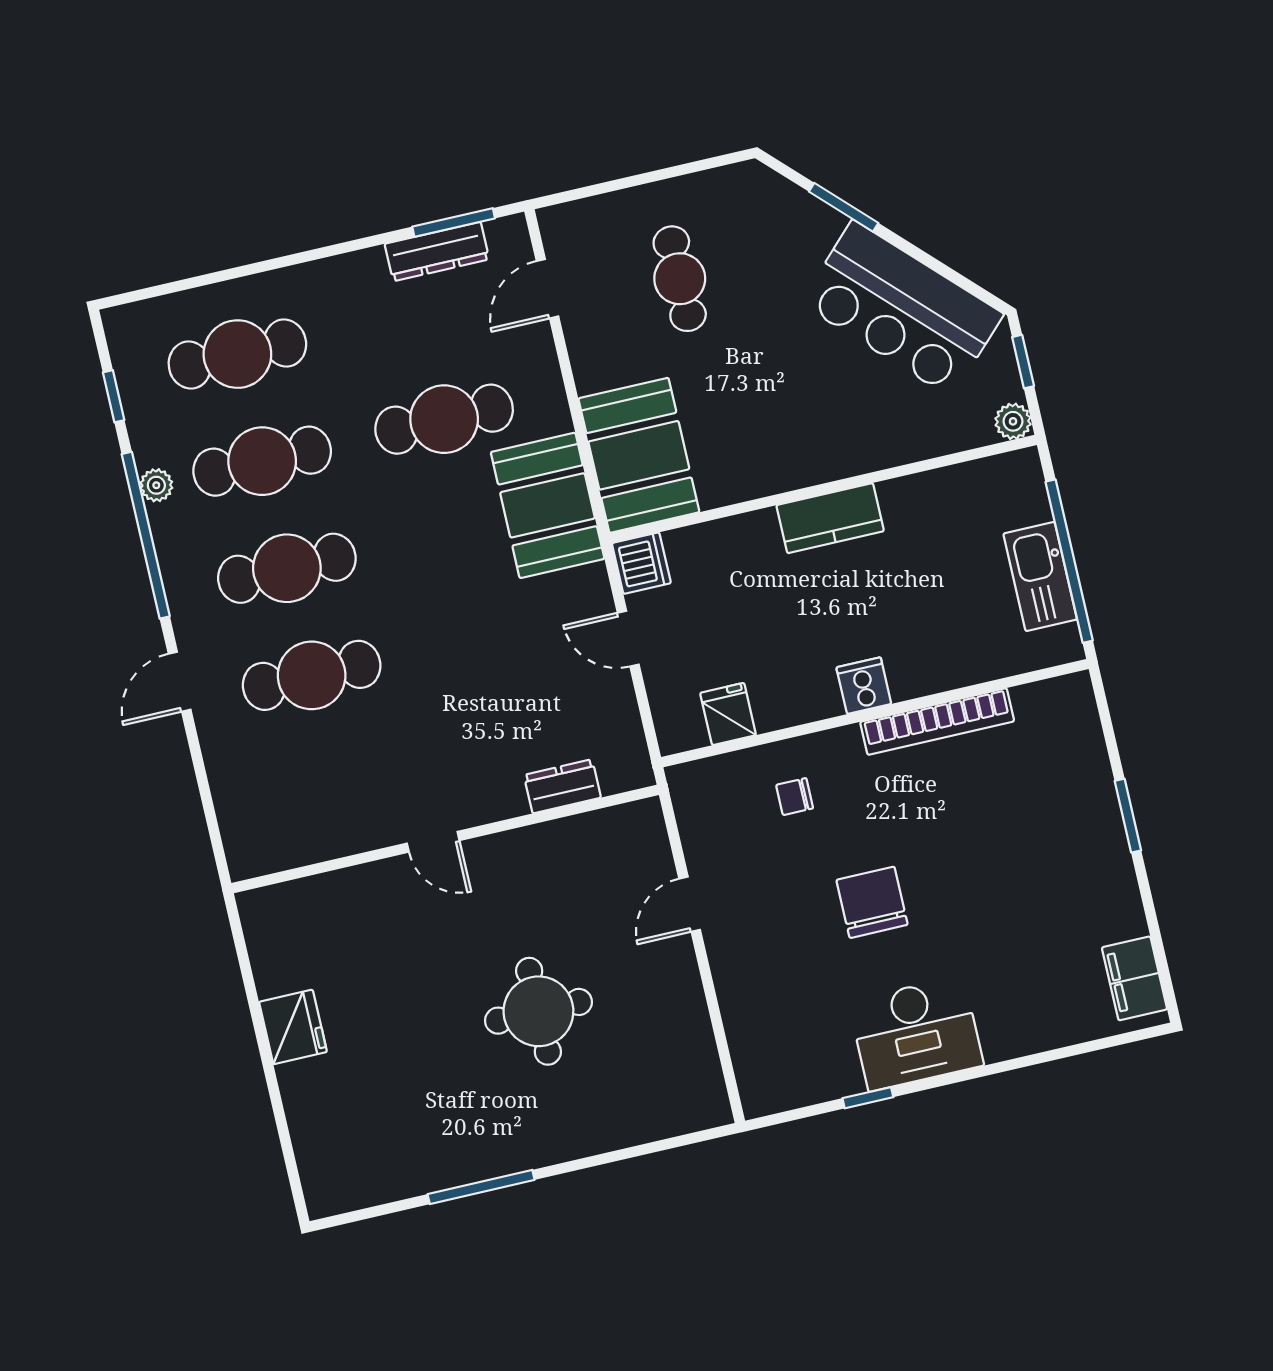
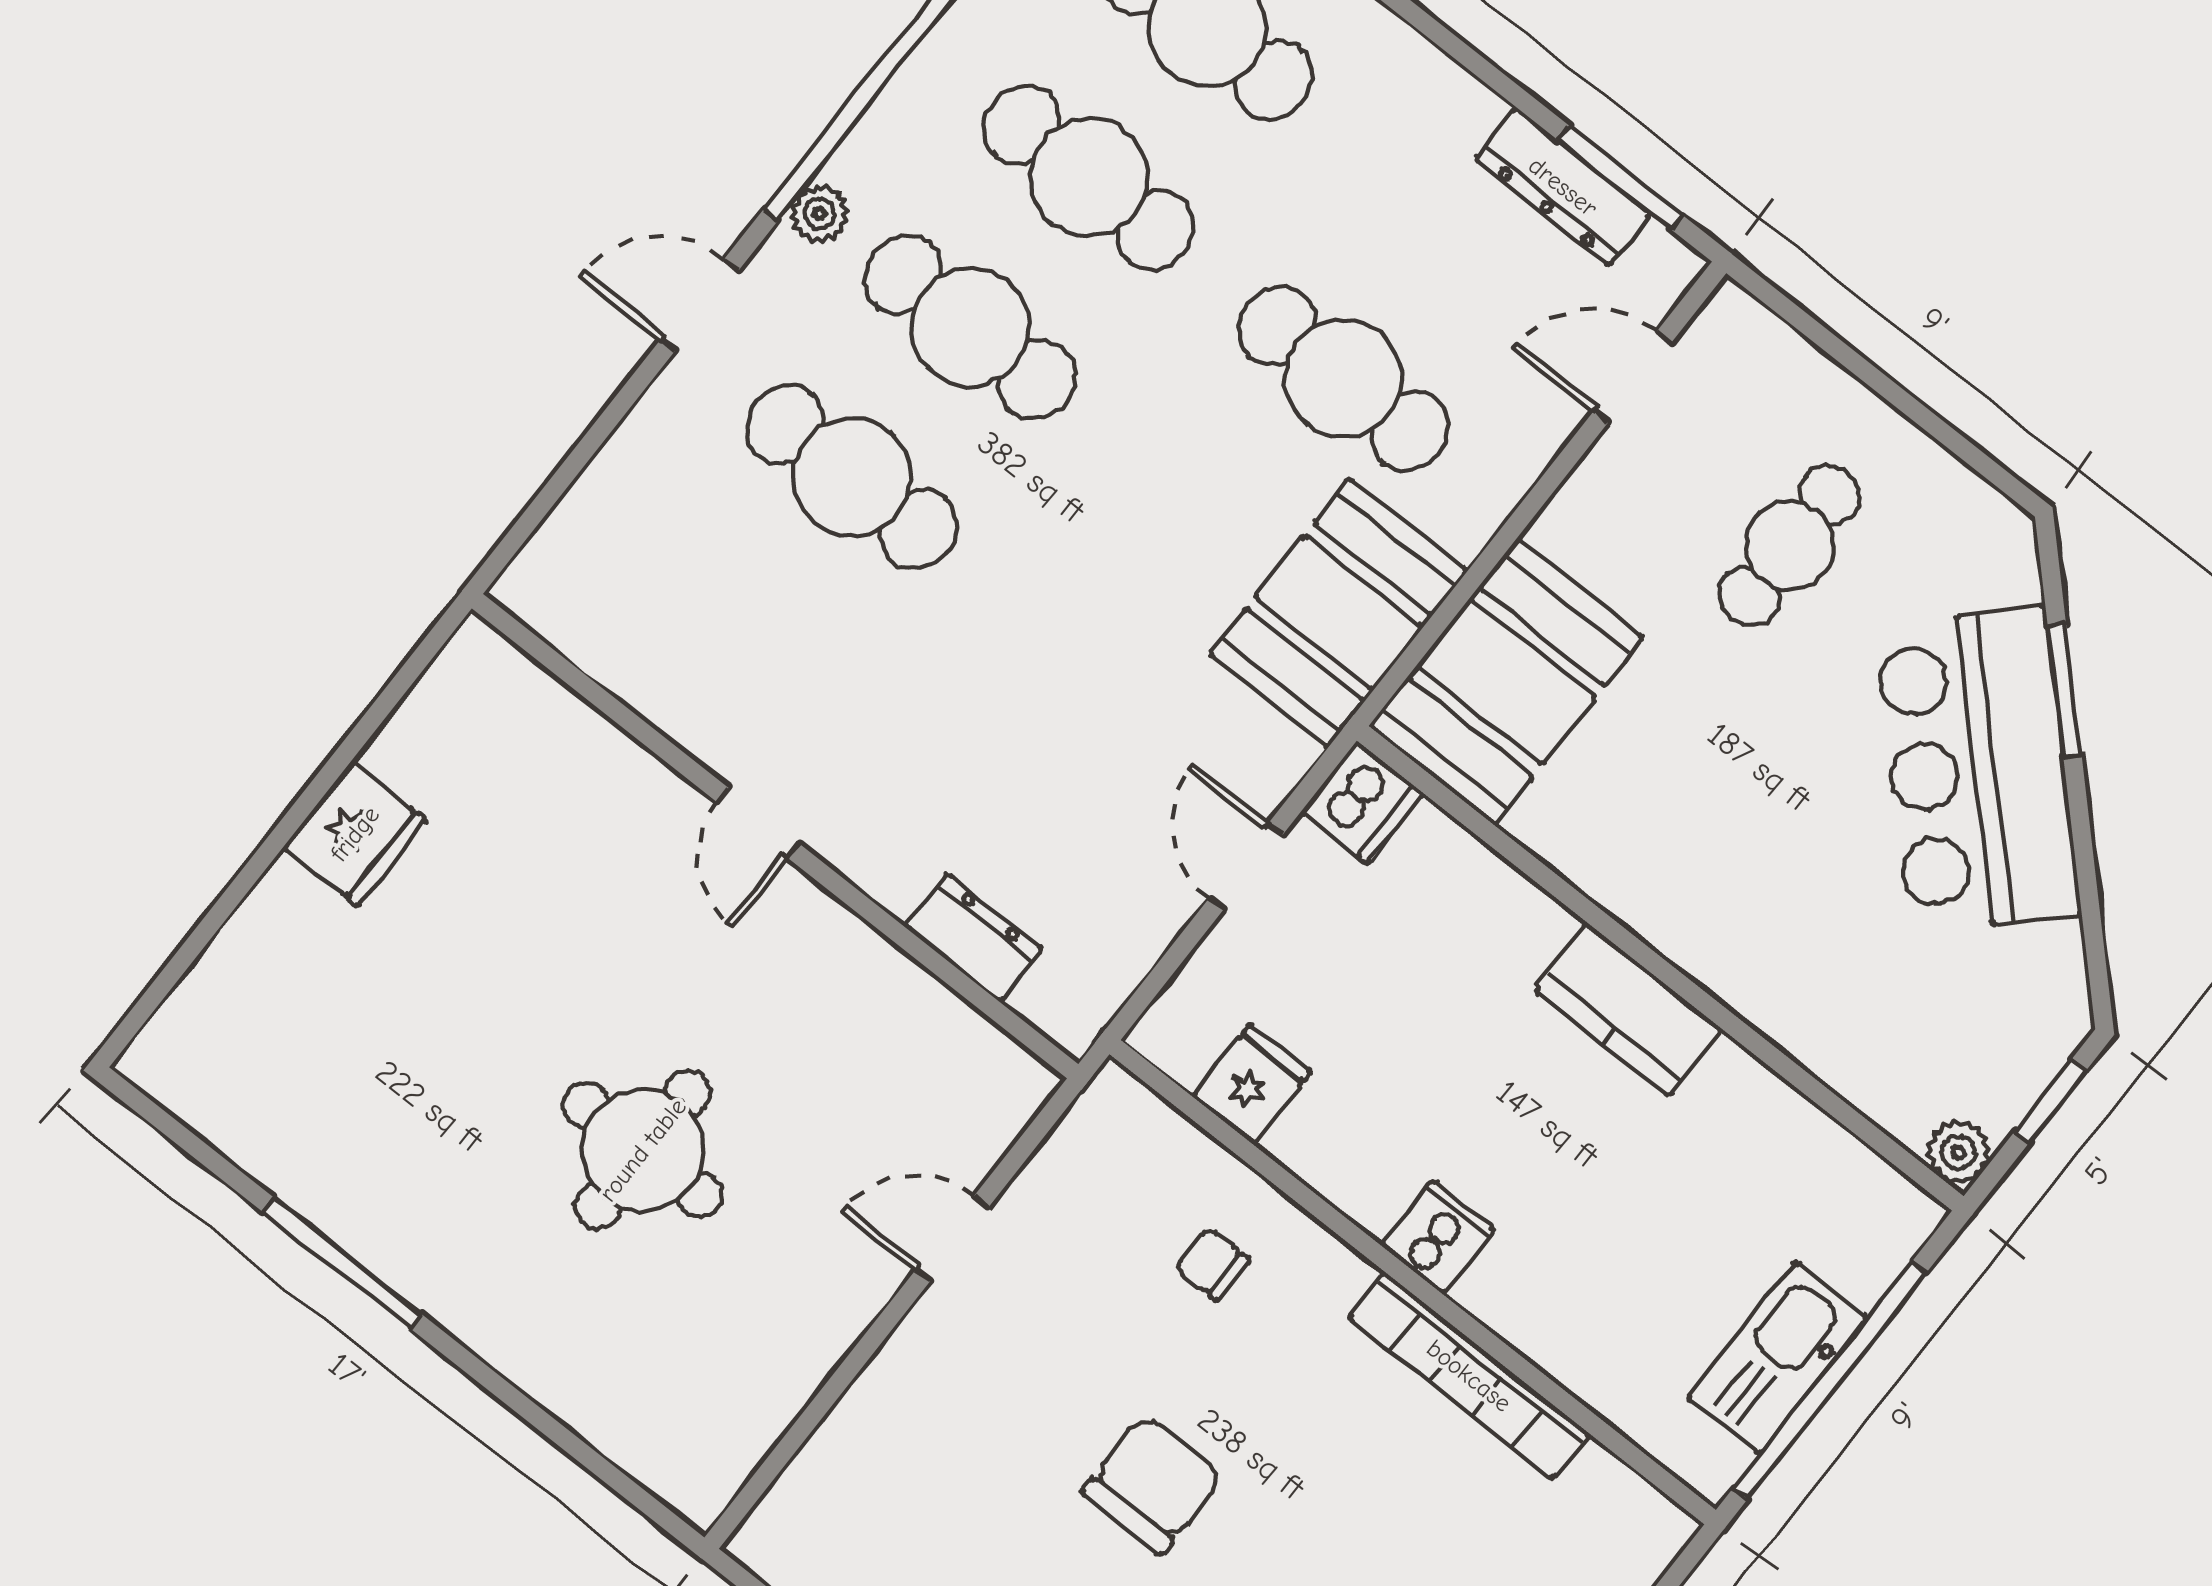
bar counter: (902, 309) -> (1978, 770), moved
plant: (156, 485) -> (819, 214), moved

